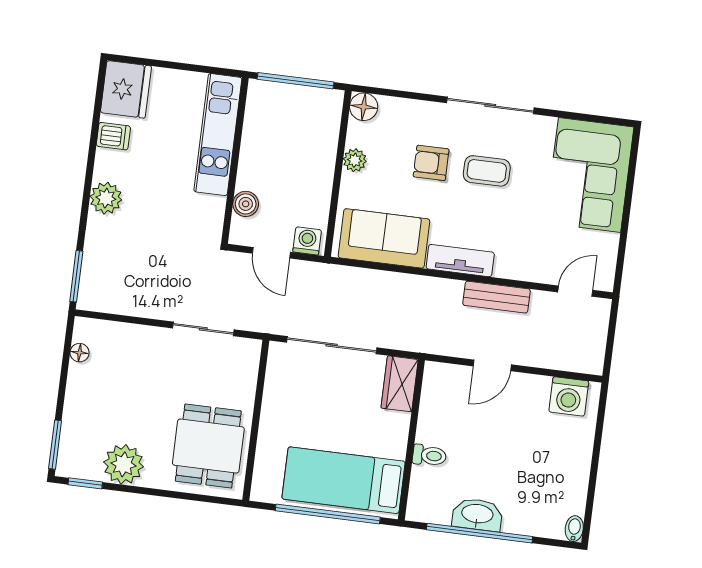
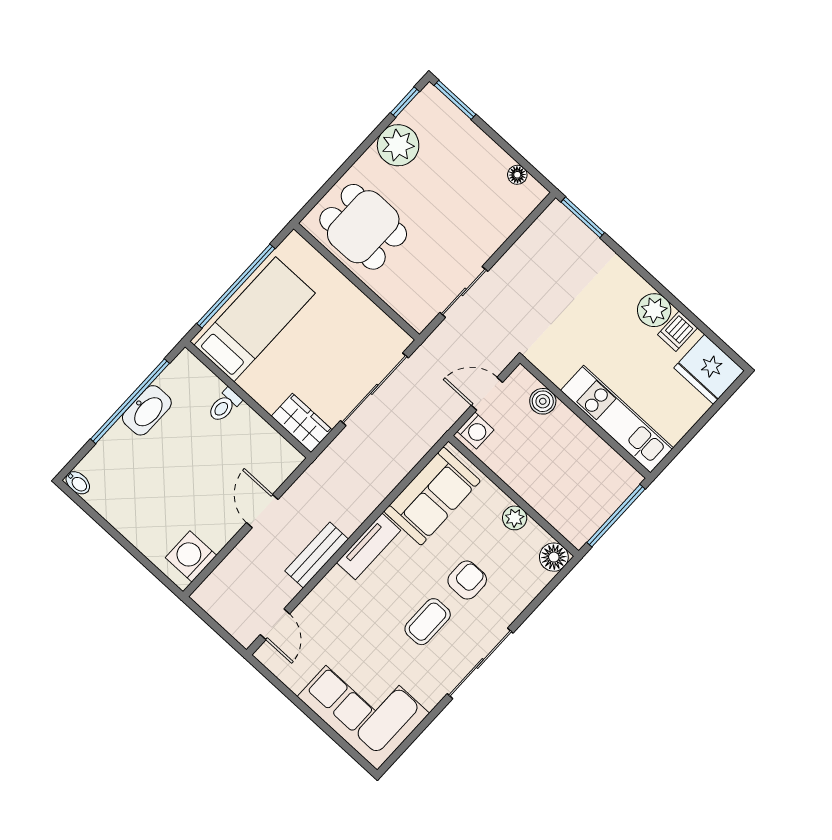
plant: (106, 198) -> (654, 310), moved

